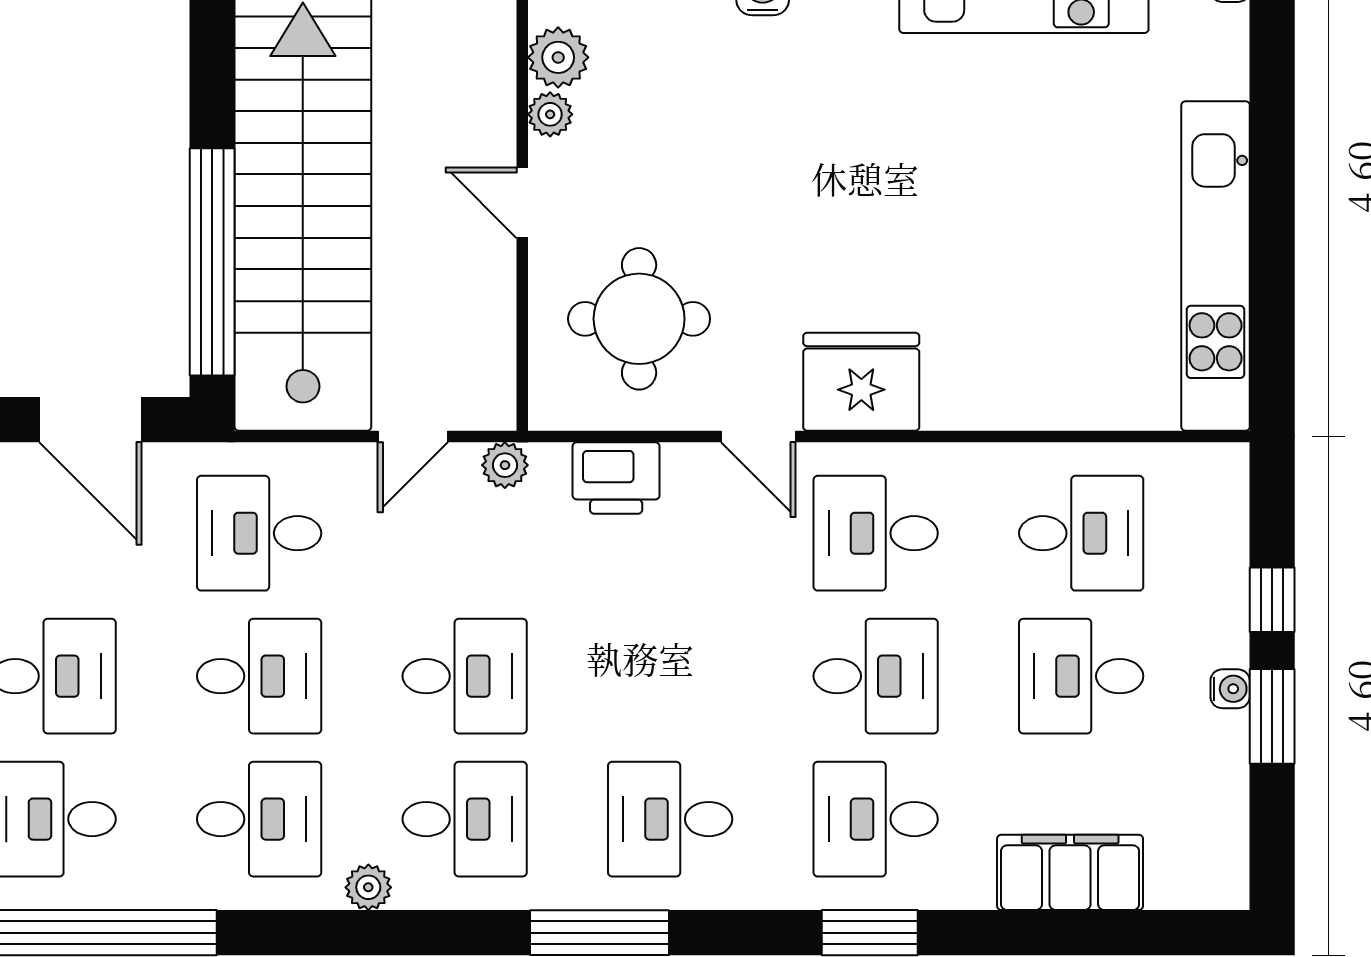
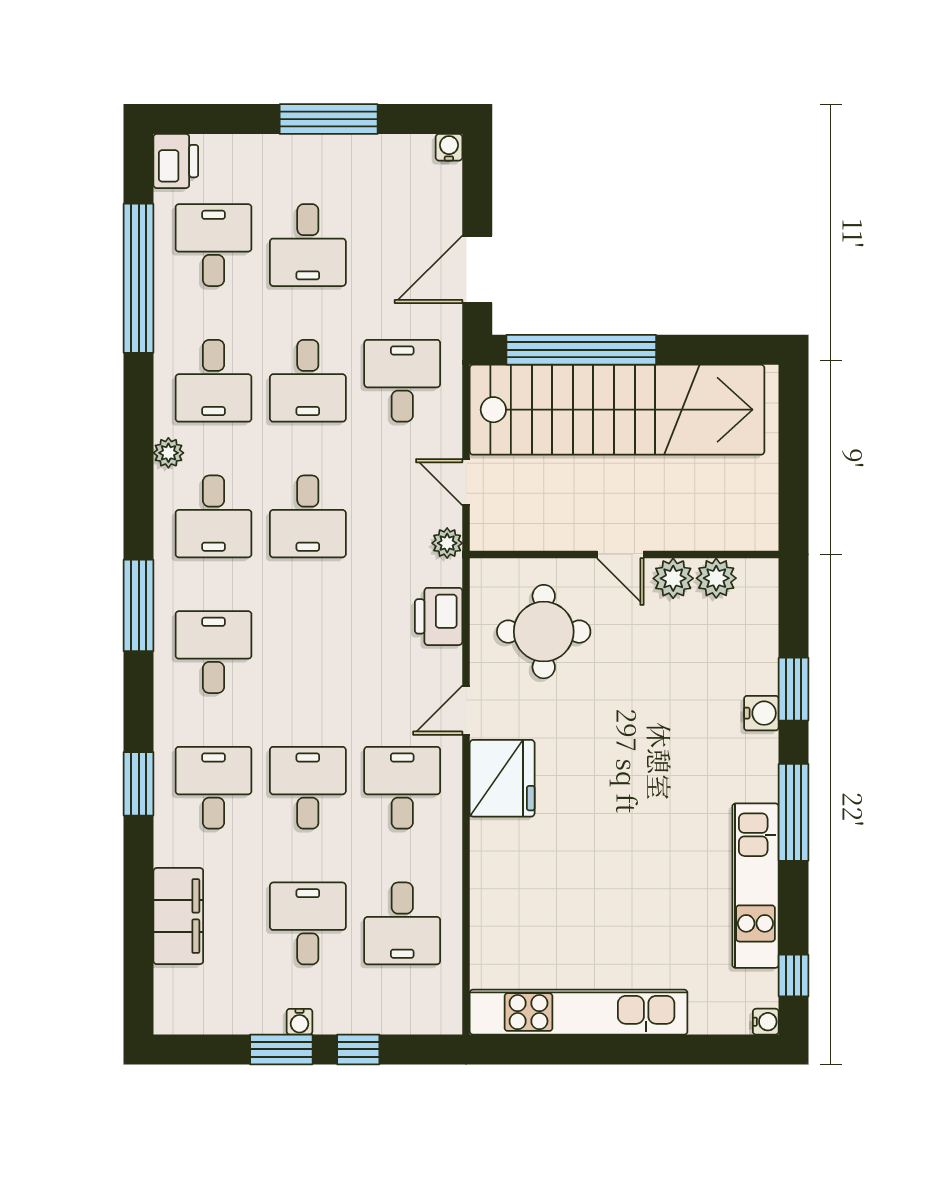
plant: (550, 114) -> (673, 578), width x1.38, depth x1.38
door: (522, 203) -> (620, 554), swing flipped
desk: (876, 676) -> (308, 788), turned 180

